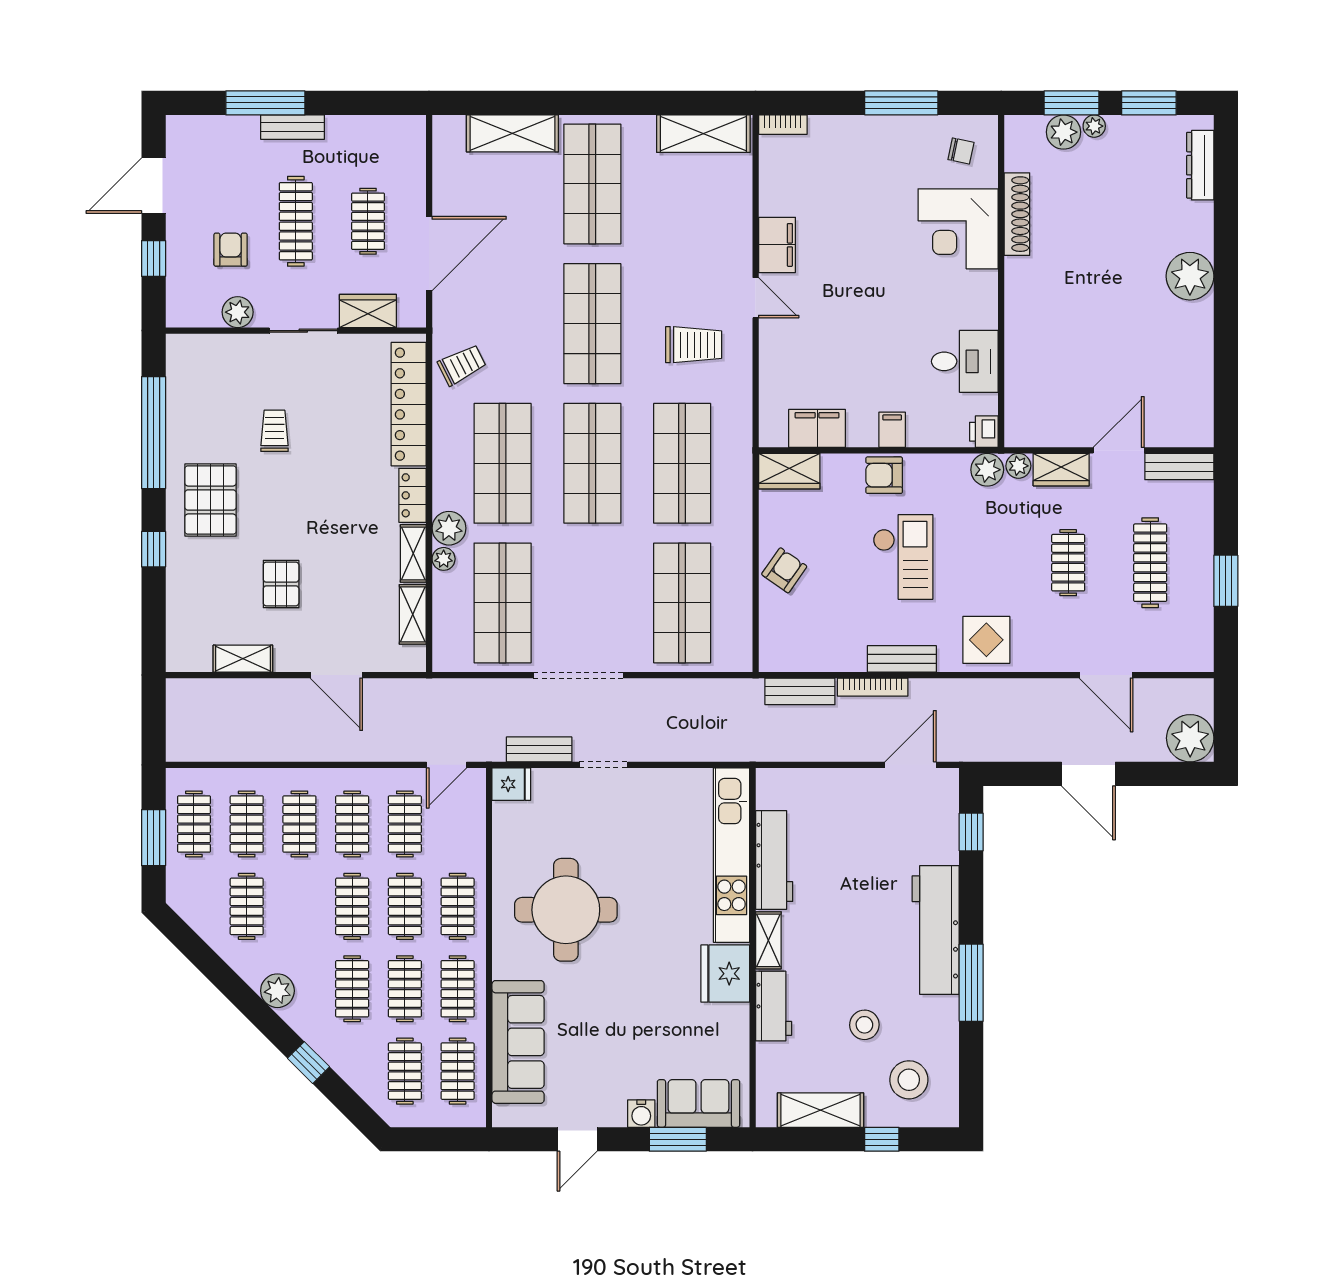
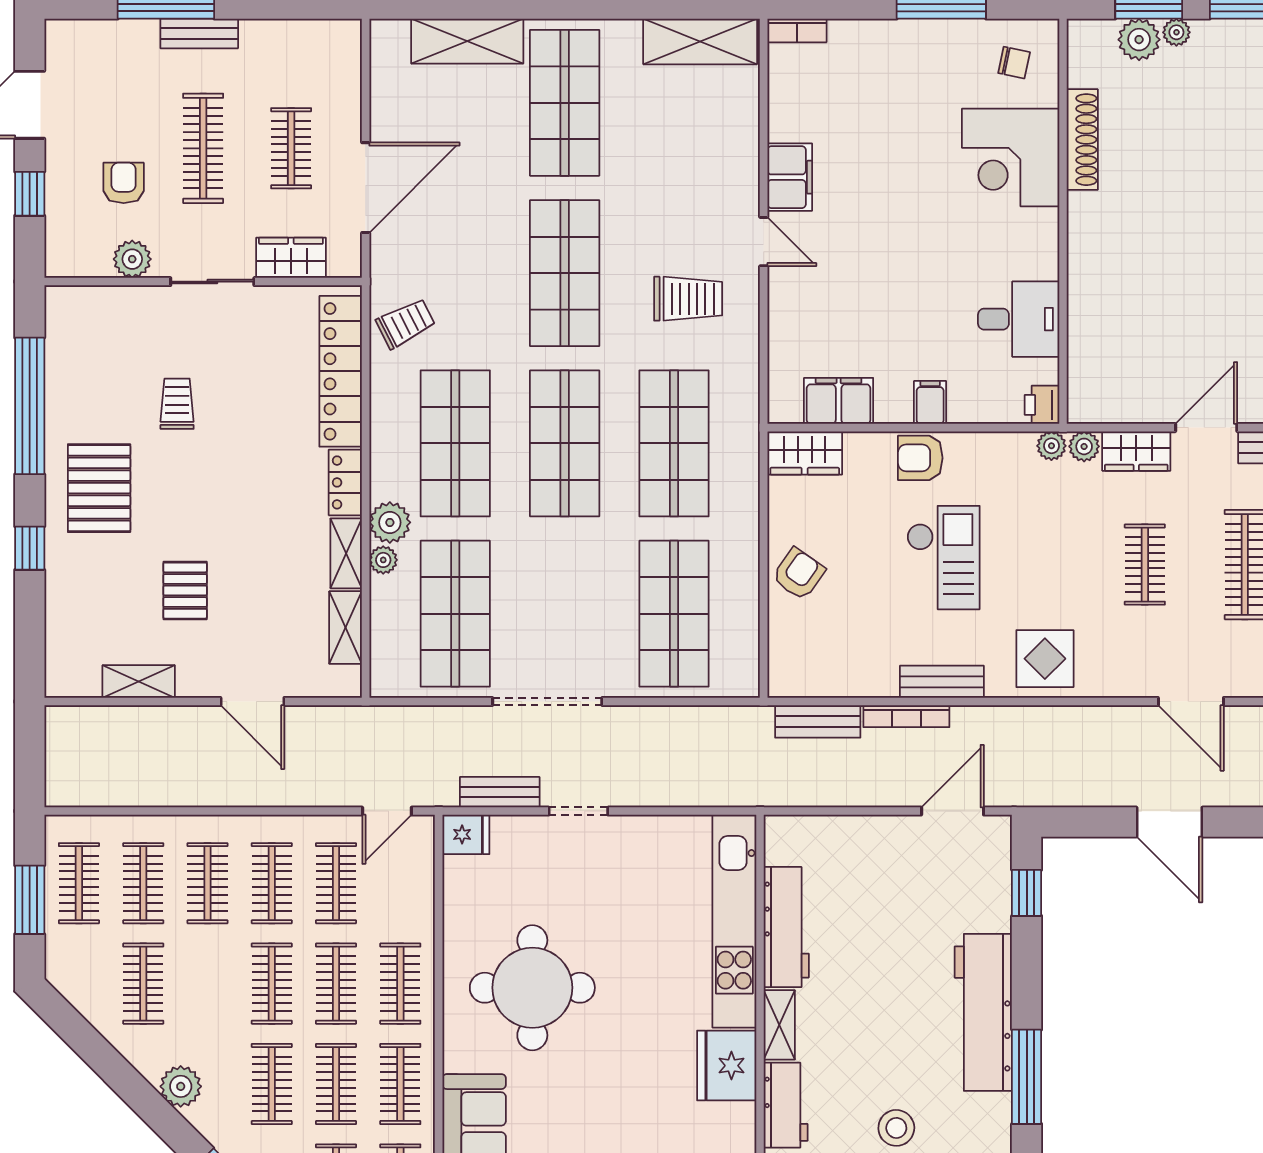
plant: (987, 470) -> (1051, 446), width x0.73, depth x0.73

